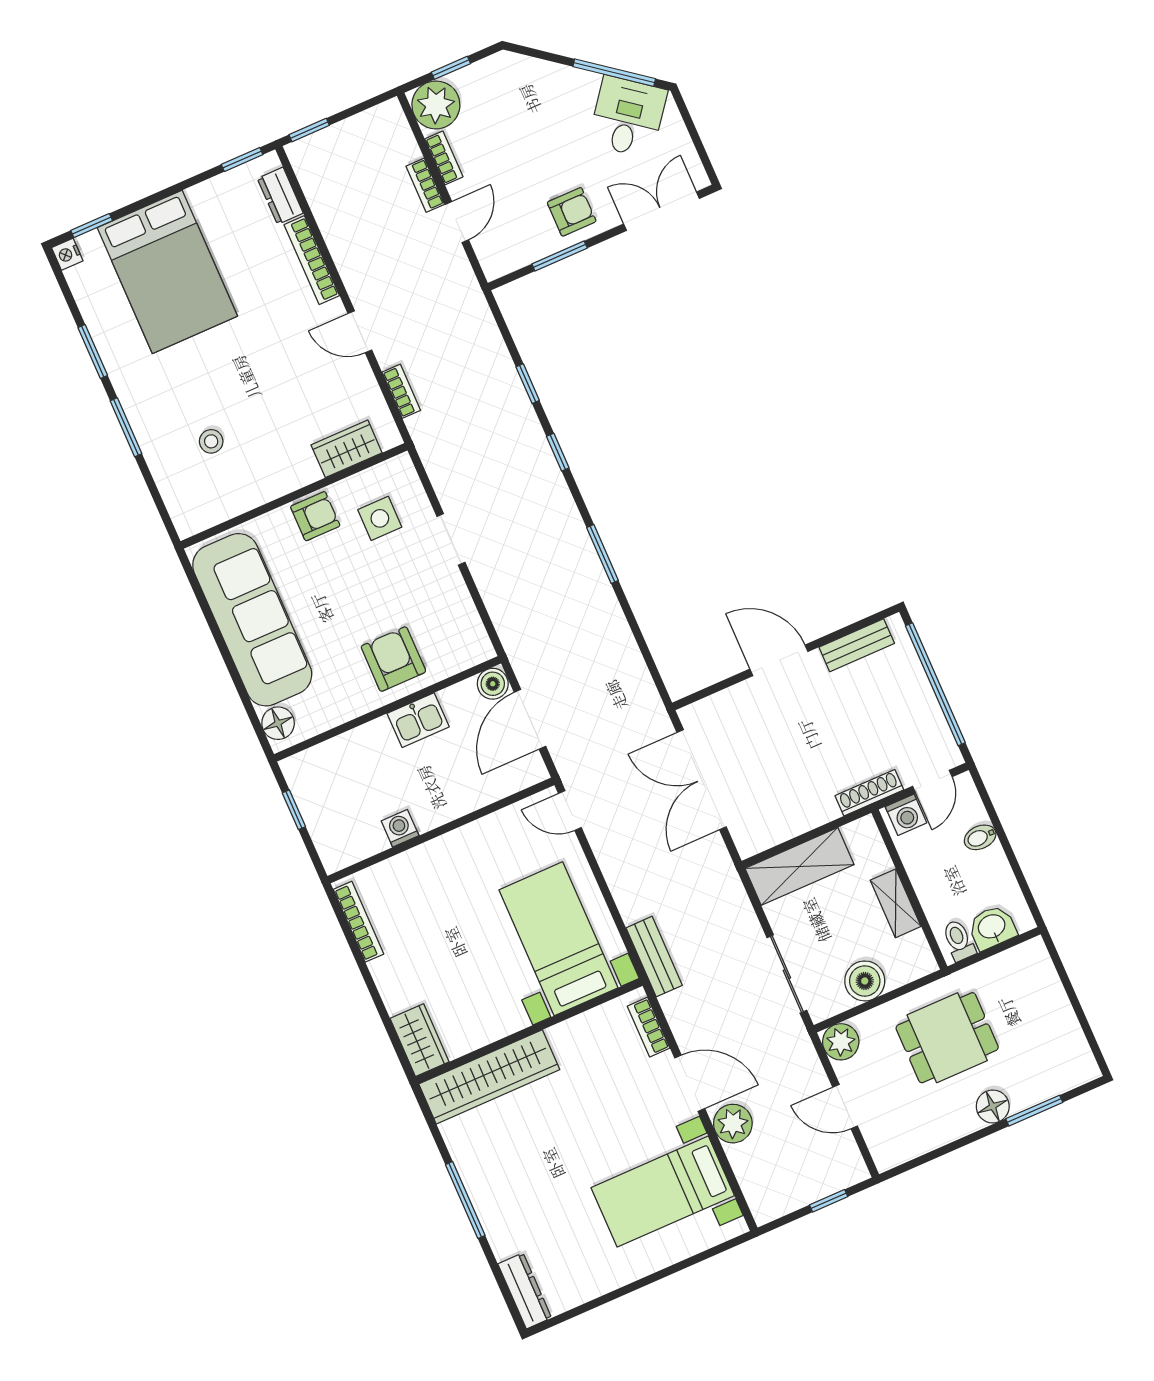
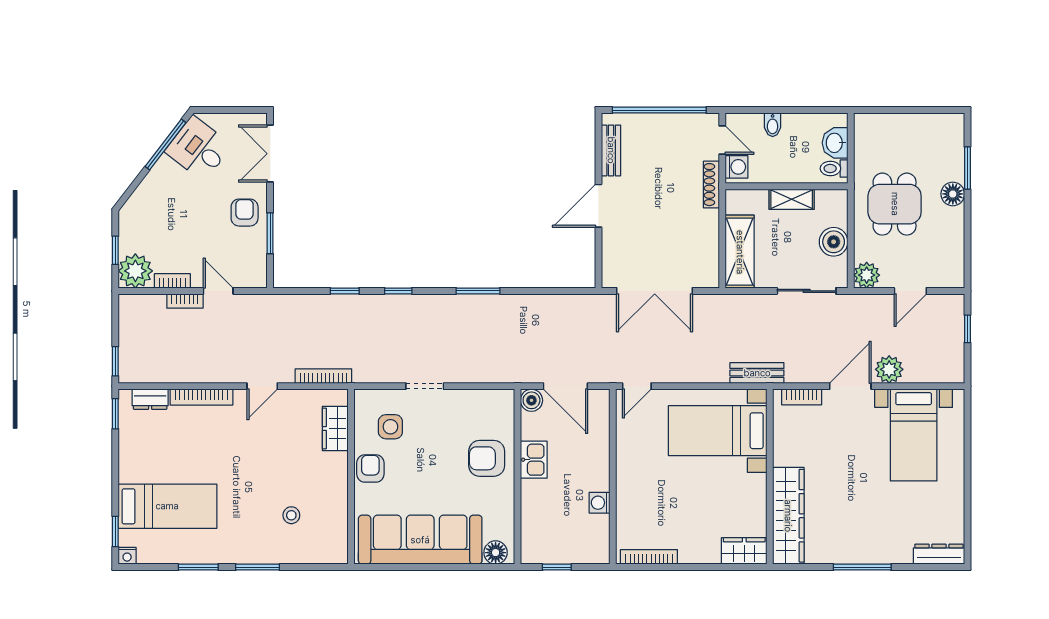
bed: (167, 272) -> (167, 506), width x0.67
bookcase: (401, 391) -> (323, 376), width x1.56

